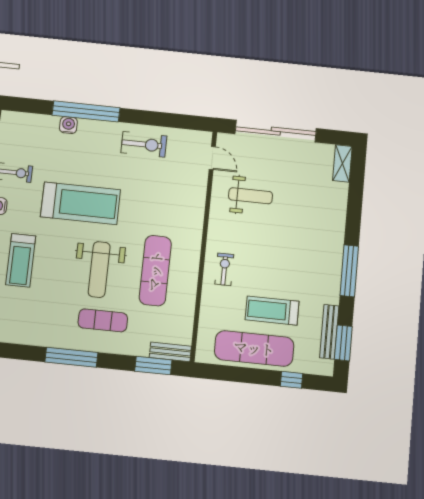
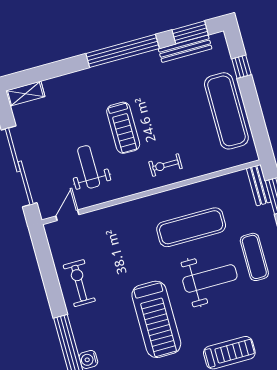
treadmill: (81, 203) -> (156, 319), turned 180
window: (349, 271) -> (123, 51), width x1.46
treadmill: (272, 311) -> (123, 128), moved

